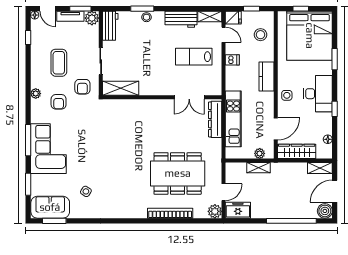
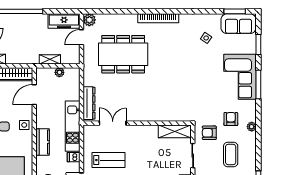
armchair: (82, 87) -> (209, 133), turned -90
kitchen unit: (233, 119) -> (73, 126), moved
plant: (260, 153) -> (59, 72), moved
freezer: (238, 210) -> (64, 21), width x1.40
bookcase: (170, 213) -> (158, 18), moved

